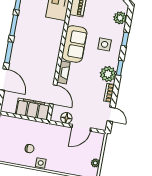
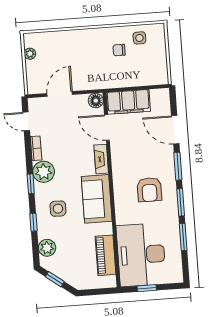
armchair: (34, 41) -> (149, 190), added
floor lamp: (66, 118) -> (96, 101), moved
side table: (41, 163) -> (139, 38), moved

